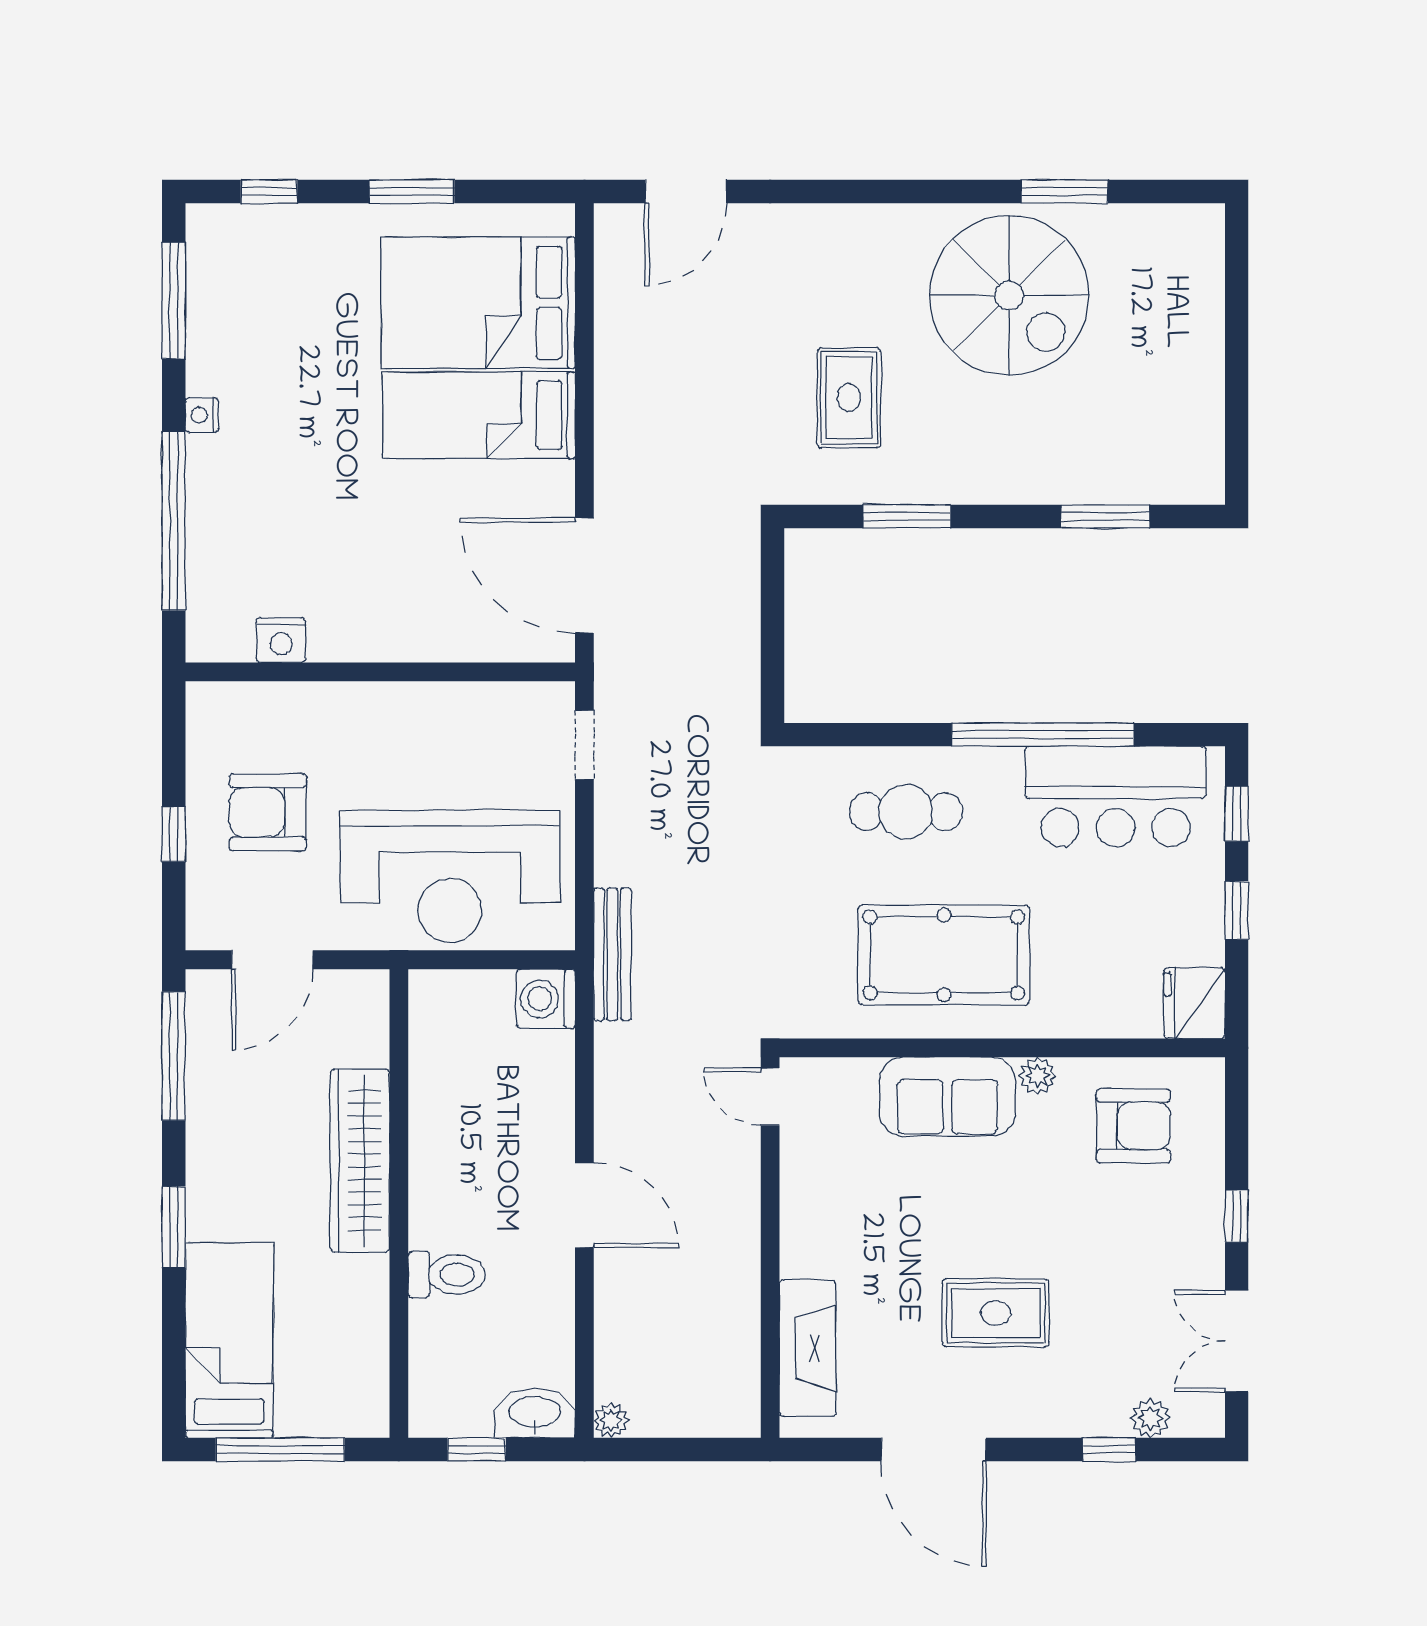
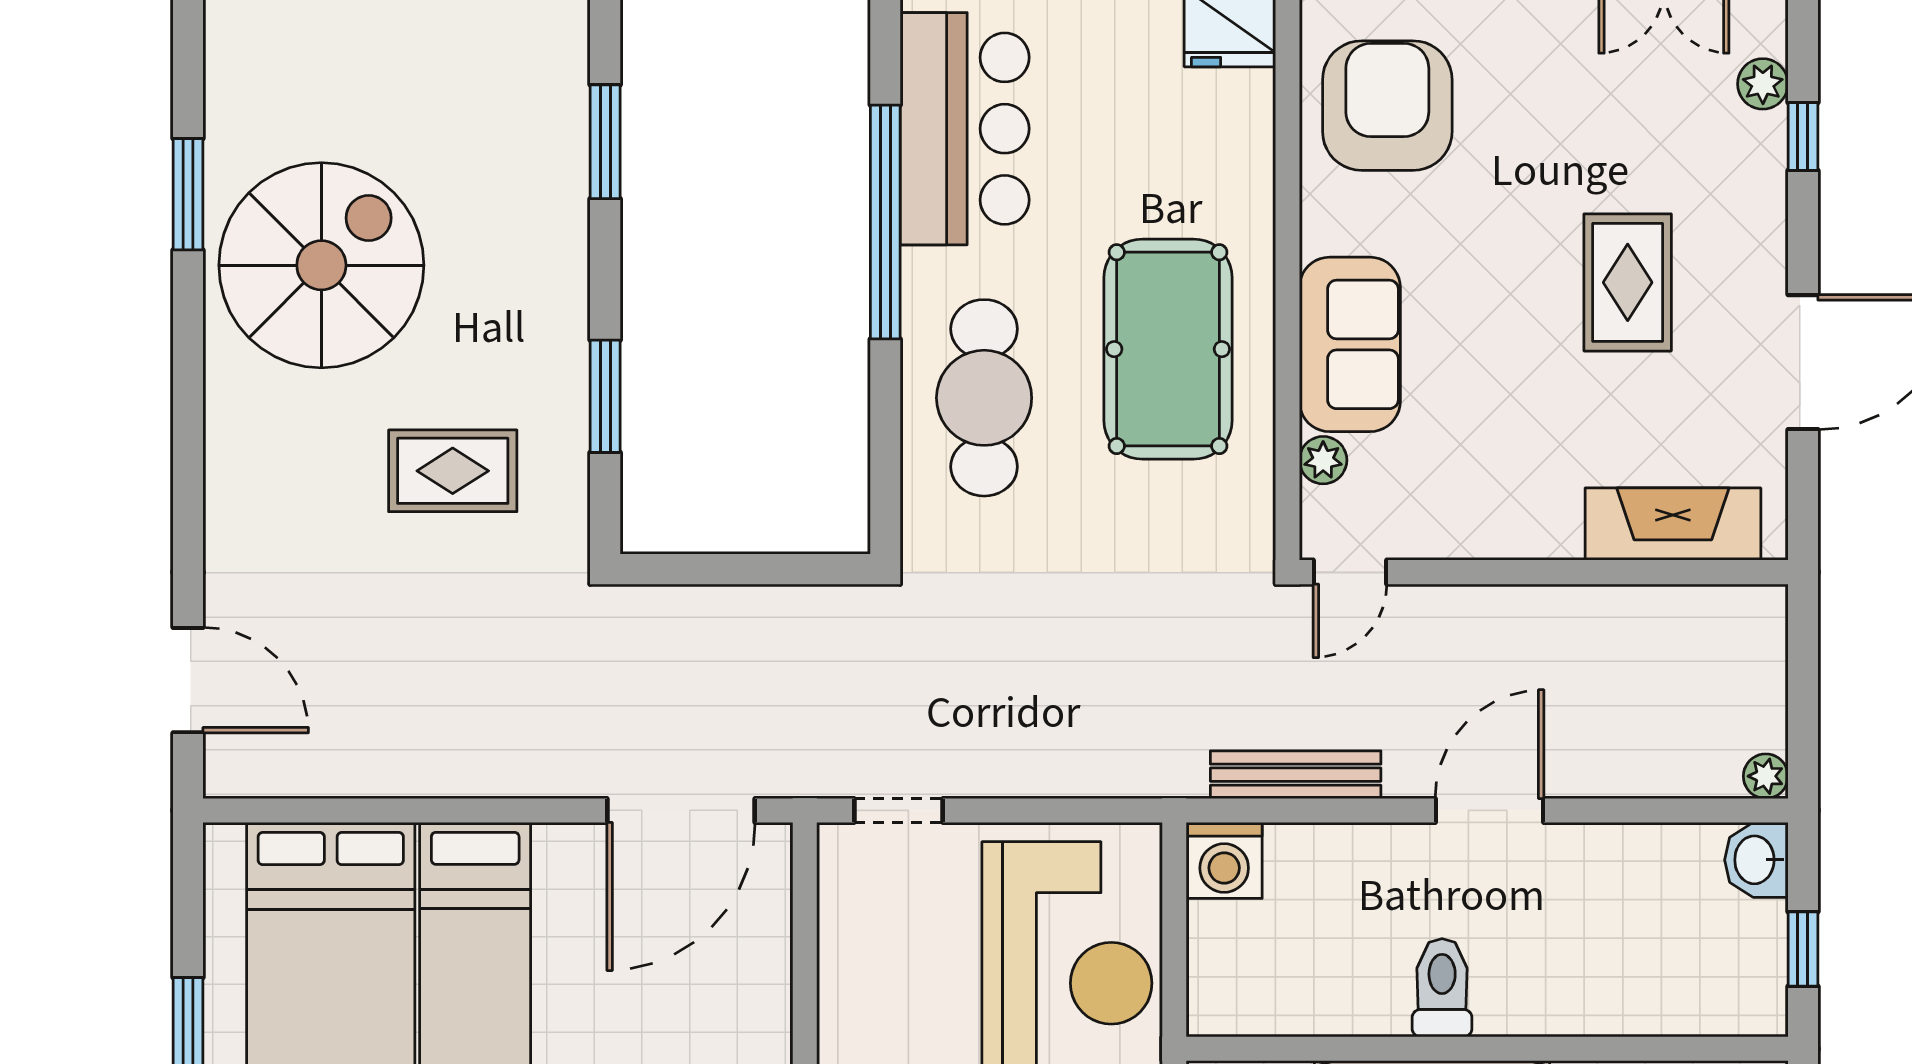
cafe table: (906, 812) -> (984, 398), width x1.37, depth x1.35
bench: (612, 954) -> (1296, 775), moved
plant: (1038, 1076) -> (1323, 460), moved
armchair: (1133, 1126) -> (1387, 106), width x1.36, depth x1.36
toilet: (446, 1275) -> (1442, 988), moved
washbasin: (535, 1413) -> (1756, 860), width x0.72

